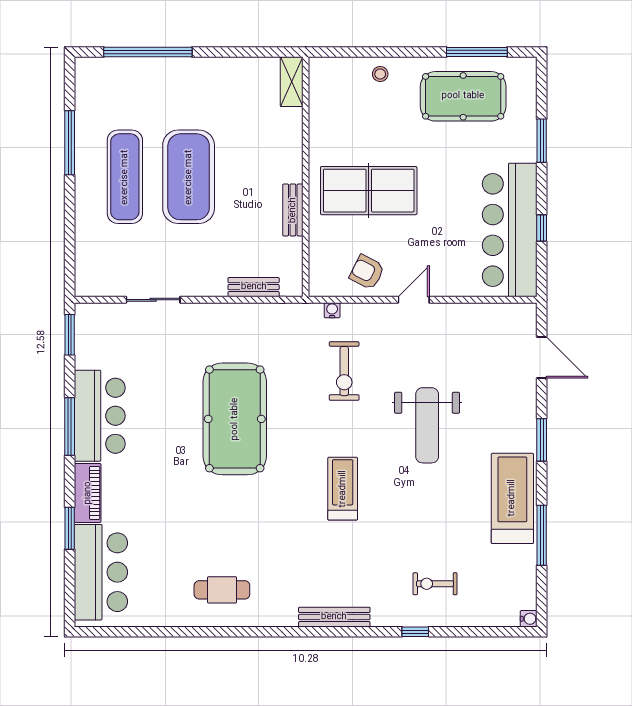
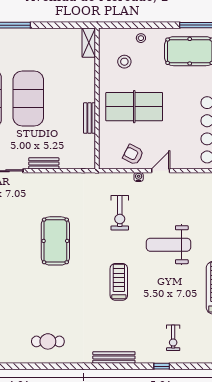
stool: (352, 114) -> (124, 62), added
bench: (254, 287) -> (44, 163), moved
water cooler: (332, 310) -> (139, 177), moved
pool table: (235, 419) -> (55, 241), width x0.73, depth x0.76
weight bench: (427, 425) -> (168, 245), turned 90
exercise bike: (435, 584) -> (173, 338), turned -90

